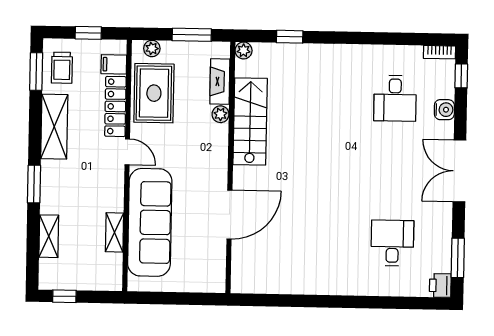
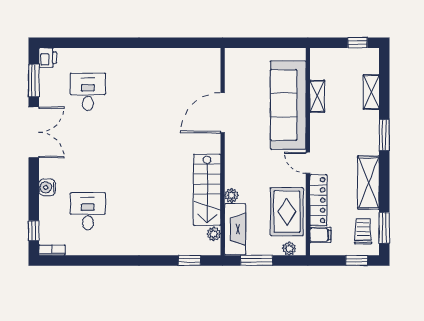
window: (88, 33) -> (357, 260), moved
window: (290, 37) -> (189, 260), moved
plant: (244, 50) -> (214, 234), moved
fireplace: (220, 82) -> (235, 229), width x1.37, depth x1.32
water cooler: (444, 110) -> (47, 187), moved
double door: (459, 171) -> (34, 132), moved
desk: (392, 243) -> (88, 92), turned 180

